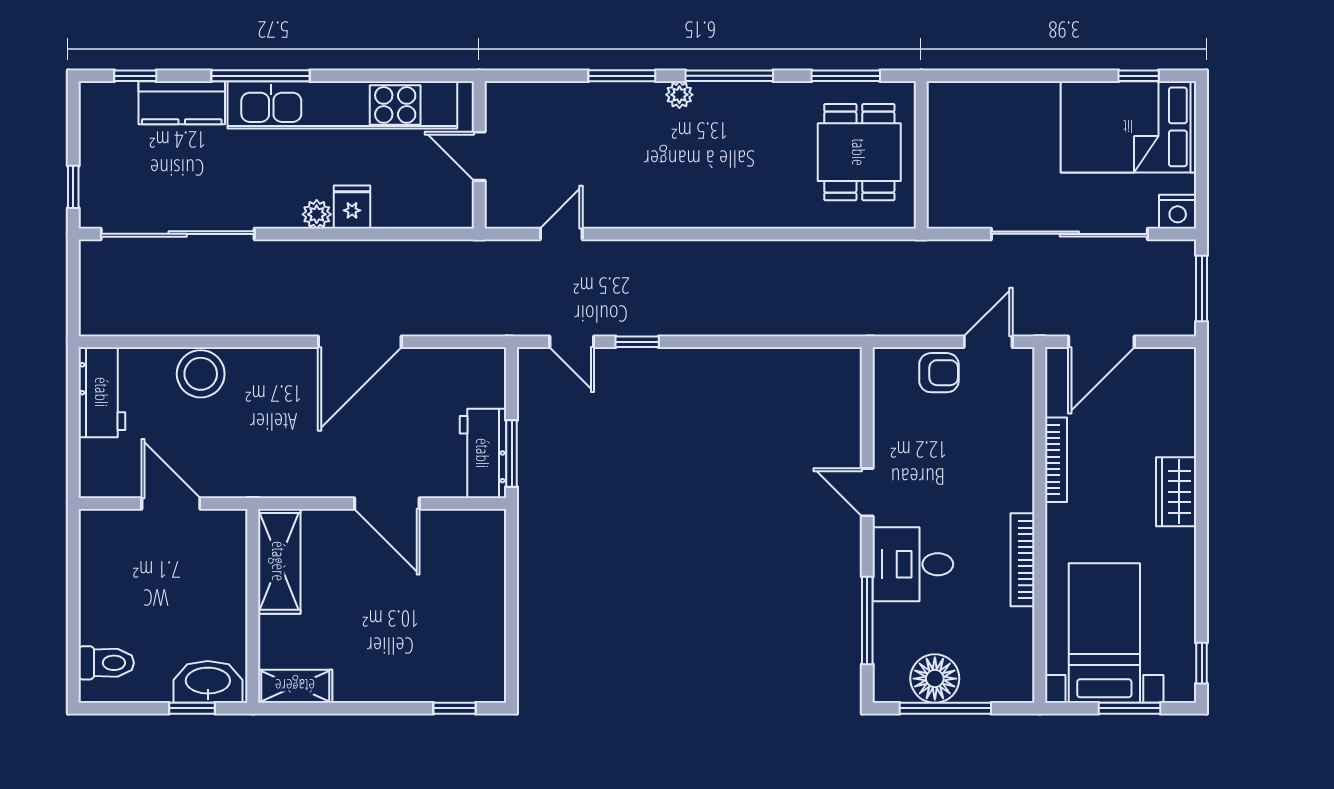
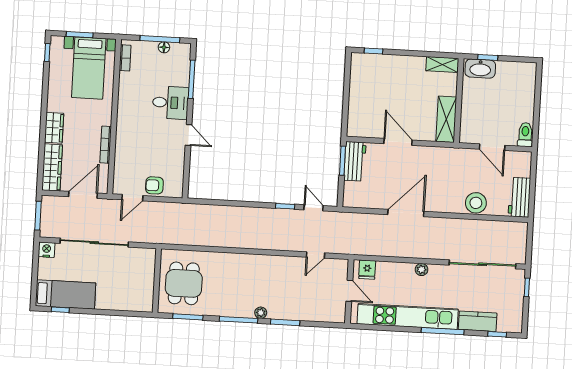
bed: (1128, 127) -> (66, 294), width x0.67
fridge: (352, 207) -> (367, 270), moved
wardrobe: (1175, 401) -> (52, 167), added
bookcase: (1022, 560) -> (125, 58), moved, width x0.64
toilet: (106, 663) -> (525, 135), moved, turned 90
floor lamp: (935, 679) -> (164, 47), width x0.53, depth x0.53

